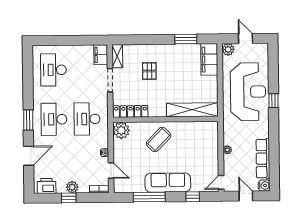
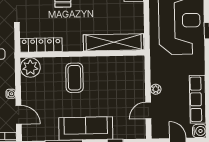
coffee table: (159, 139) -> (74, 78), turned -44
door: (221, 182) -> (148, 111), moved

